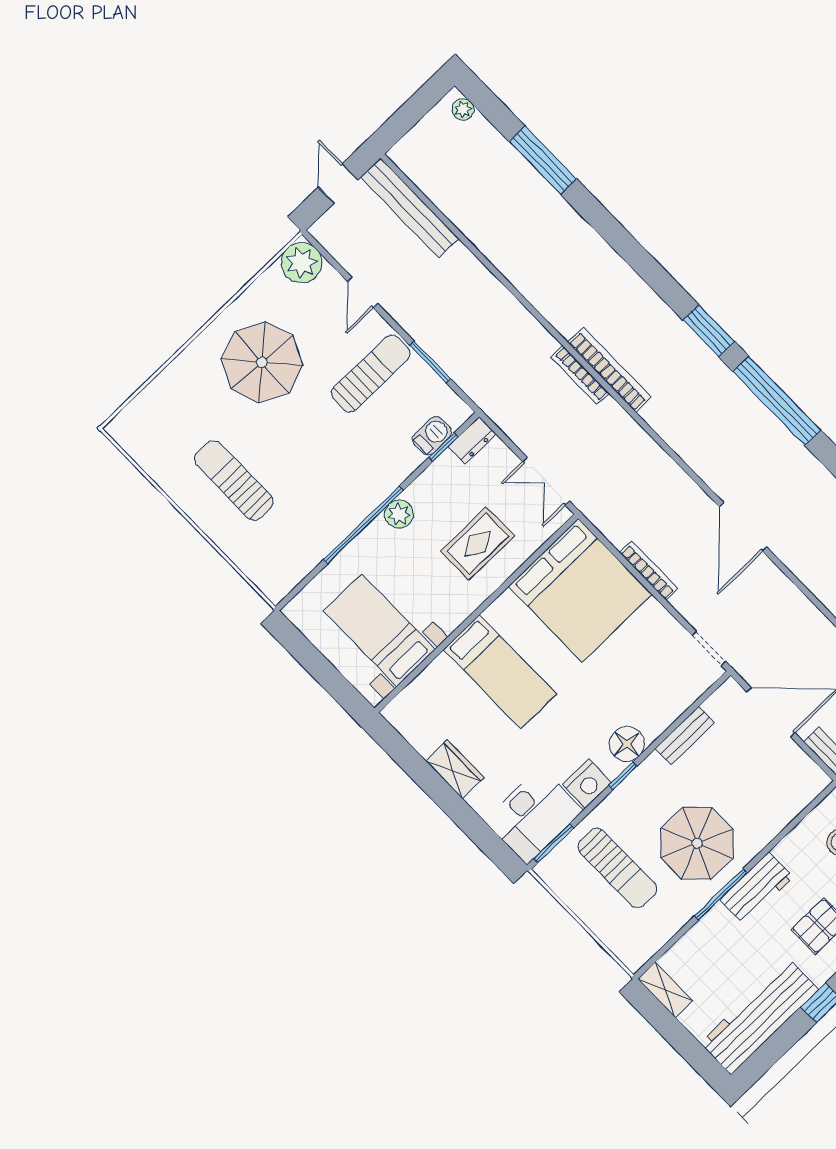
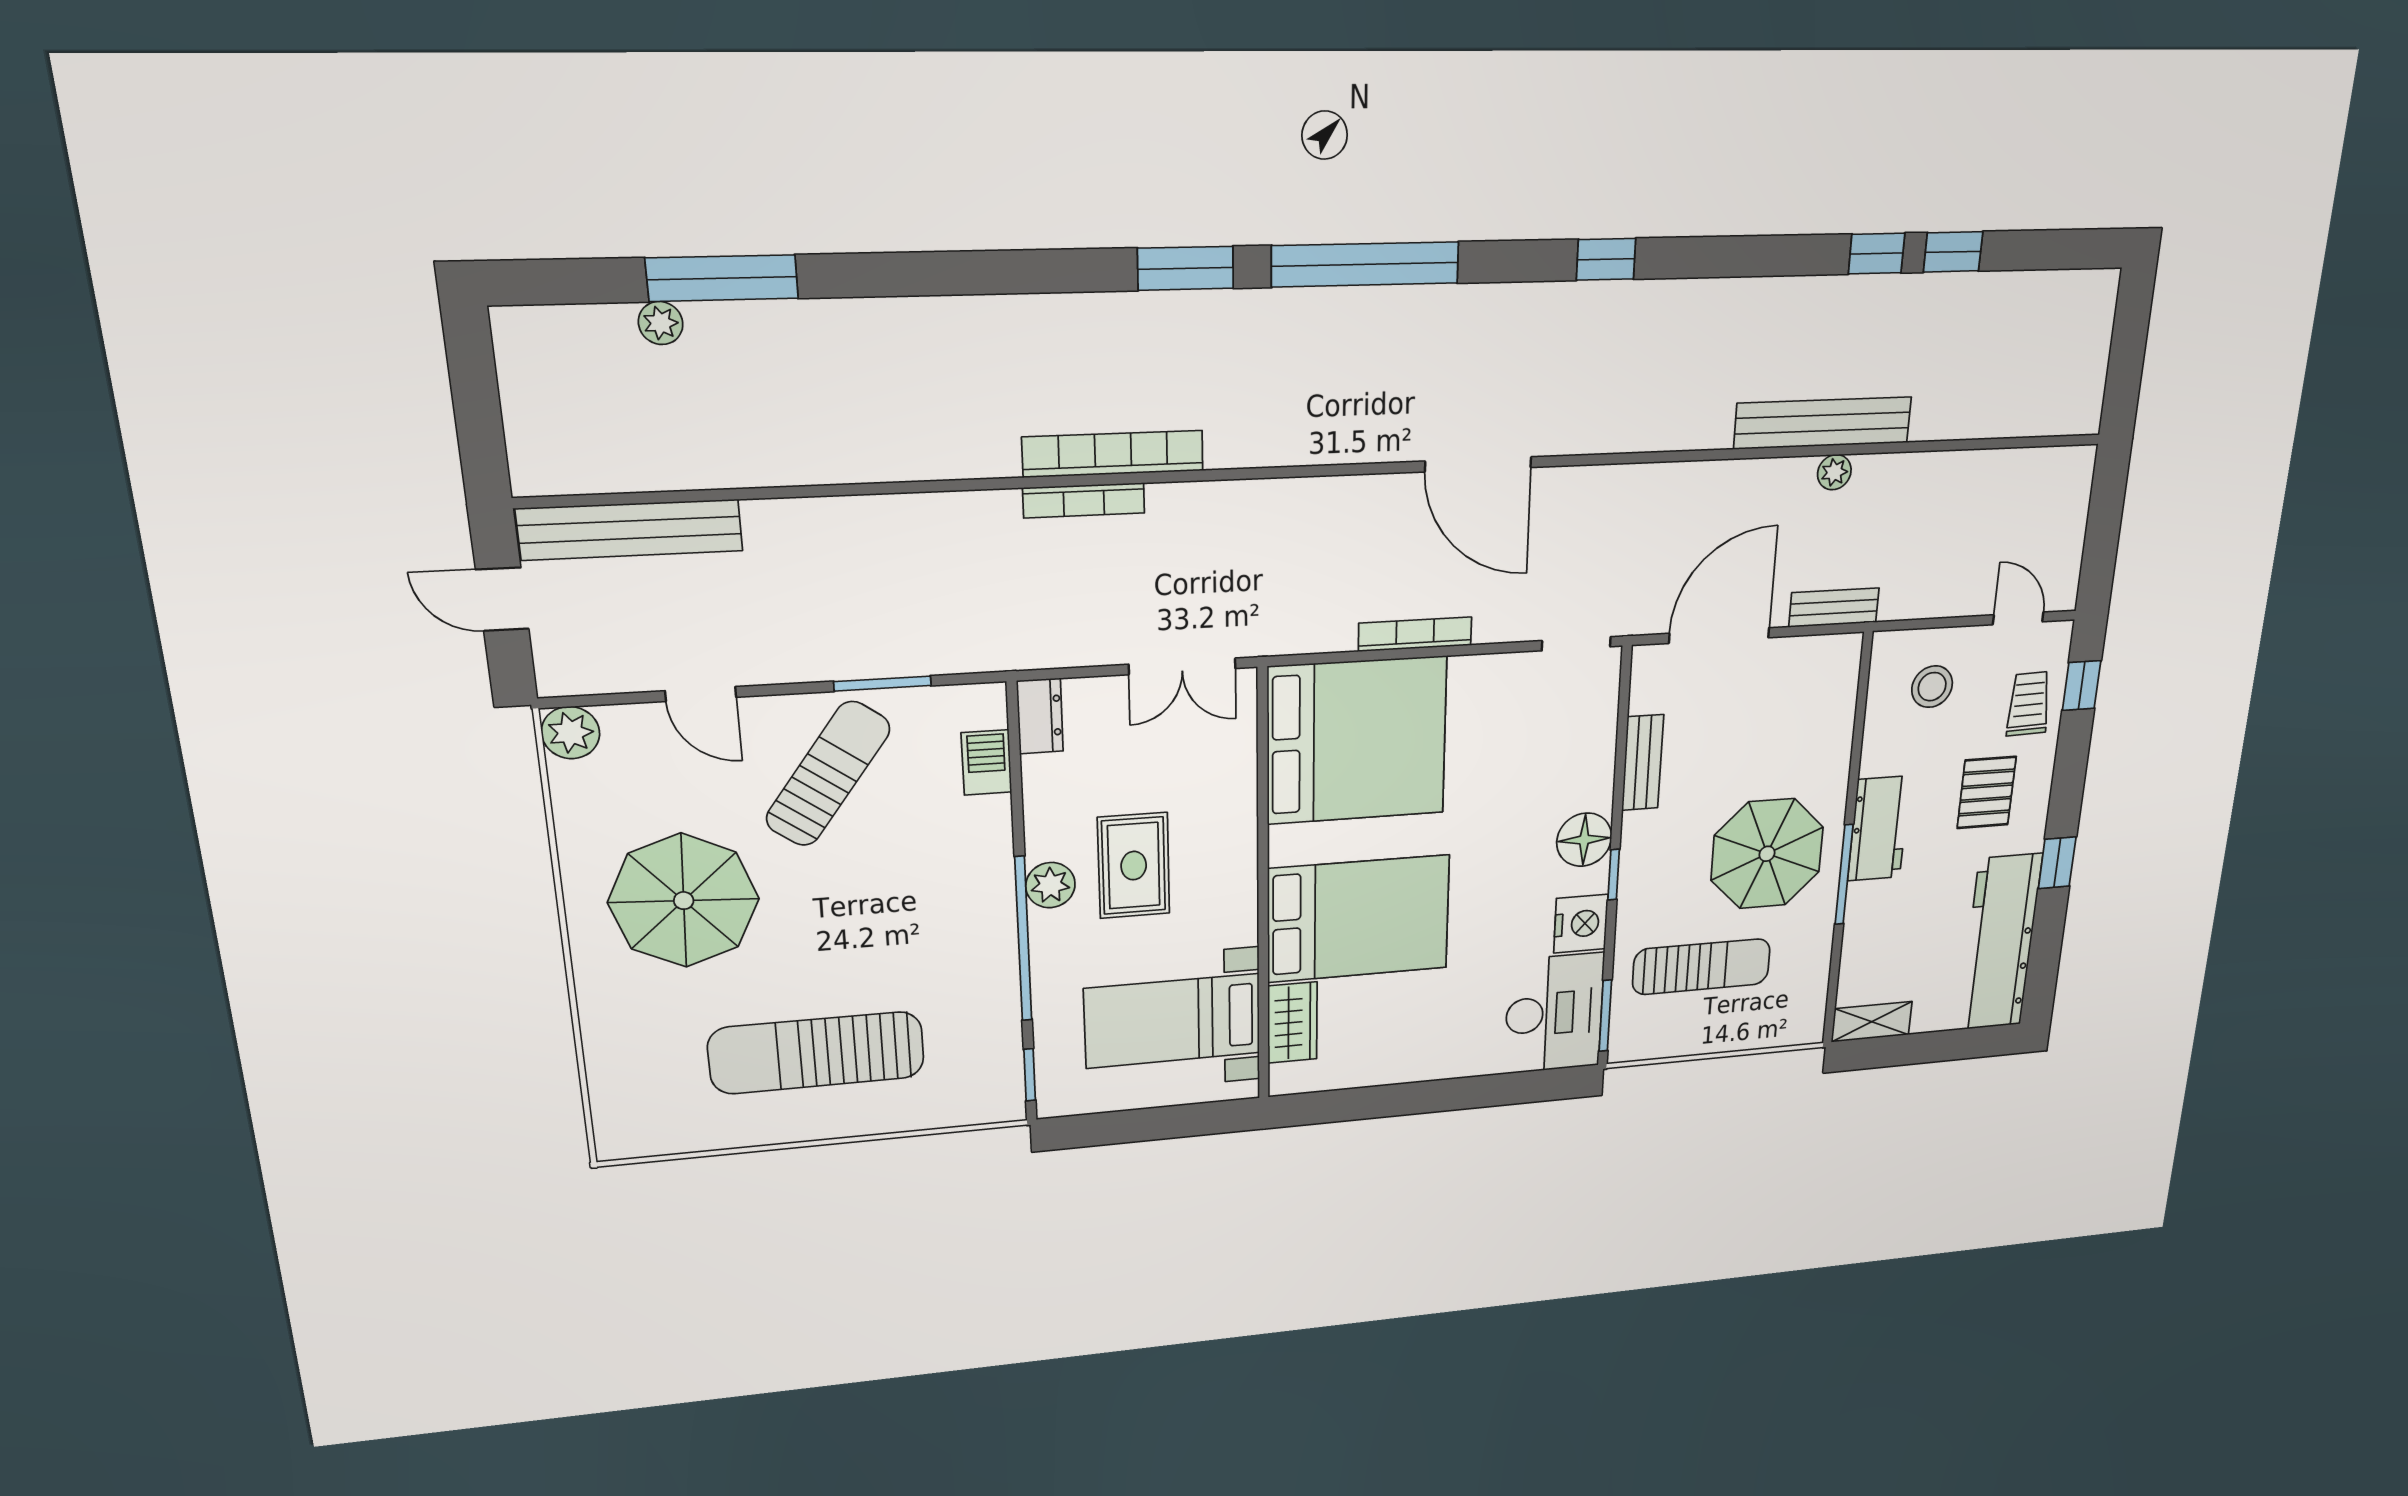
plant: (463, 109) -> (661, 323), moved
plant: (302, 263) -> (571, 733), width x0.73, depth x0.73
sun lounger: (371, 374) -> (828, 774), turned 36
window: (443, 447) -> (1030, 1075), moved
sun lounger: (234, 480) -> (817, 1053), width x1.36, depth x1.34
rug: (478, 544) -> (1134, 866), moved
bed: (500, 672) -> (1358, 919), width x1.50
wardrobe: (455, 769) -> (1292, 1023), moved, turned 90

